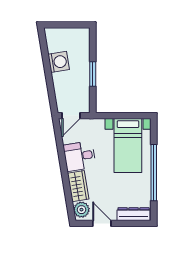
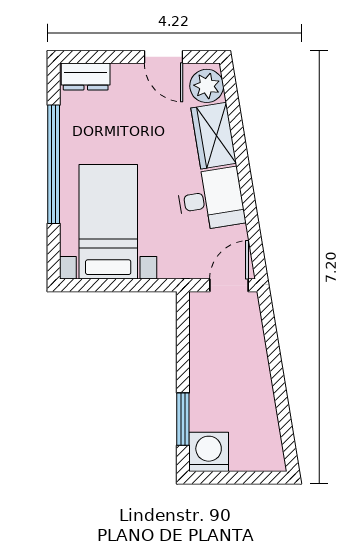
washing machine: (59, 62) -> (209, 452), moved, turned 99
window: (93, 74) -> (183, 419), moved
dresser: (134, 214) -> (86, 76), width x0.70

